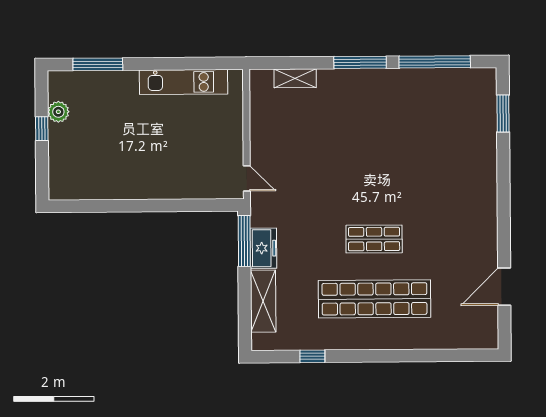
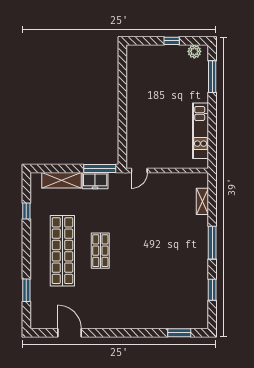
window: (435, 62) -> (212, 290), width x0.47
plant: (58, 112) -> (194, 51), moved
window: (437, 355) -> (26, 290), added

